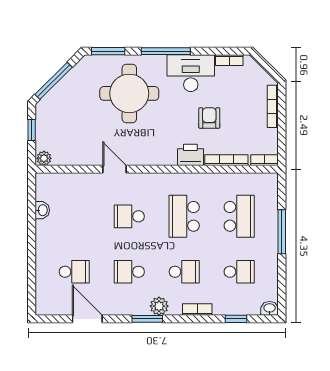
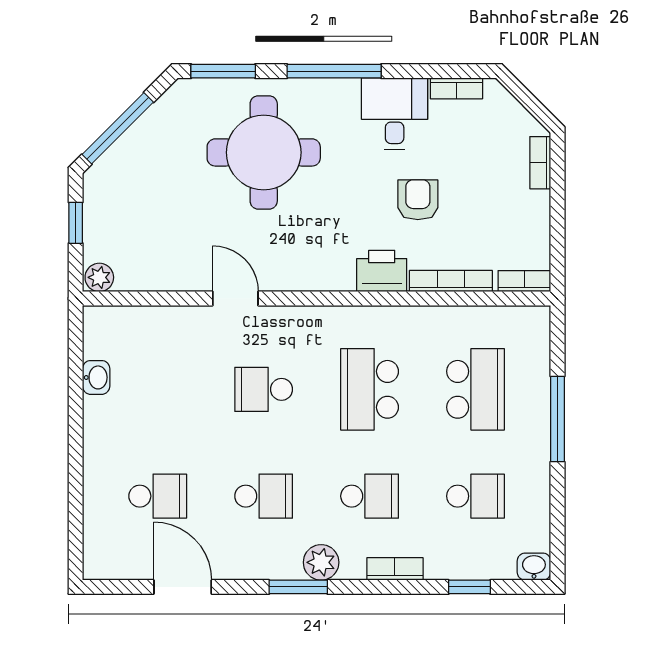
desk: (191, 73) -> (395, 114), width x0.73
bookcase: (273, 106) -> (540, 163), width x0.64
school desk: (129, 272) -> (264, 496), turned 180

